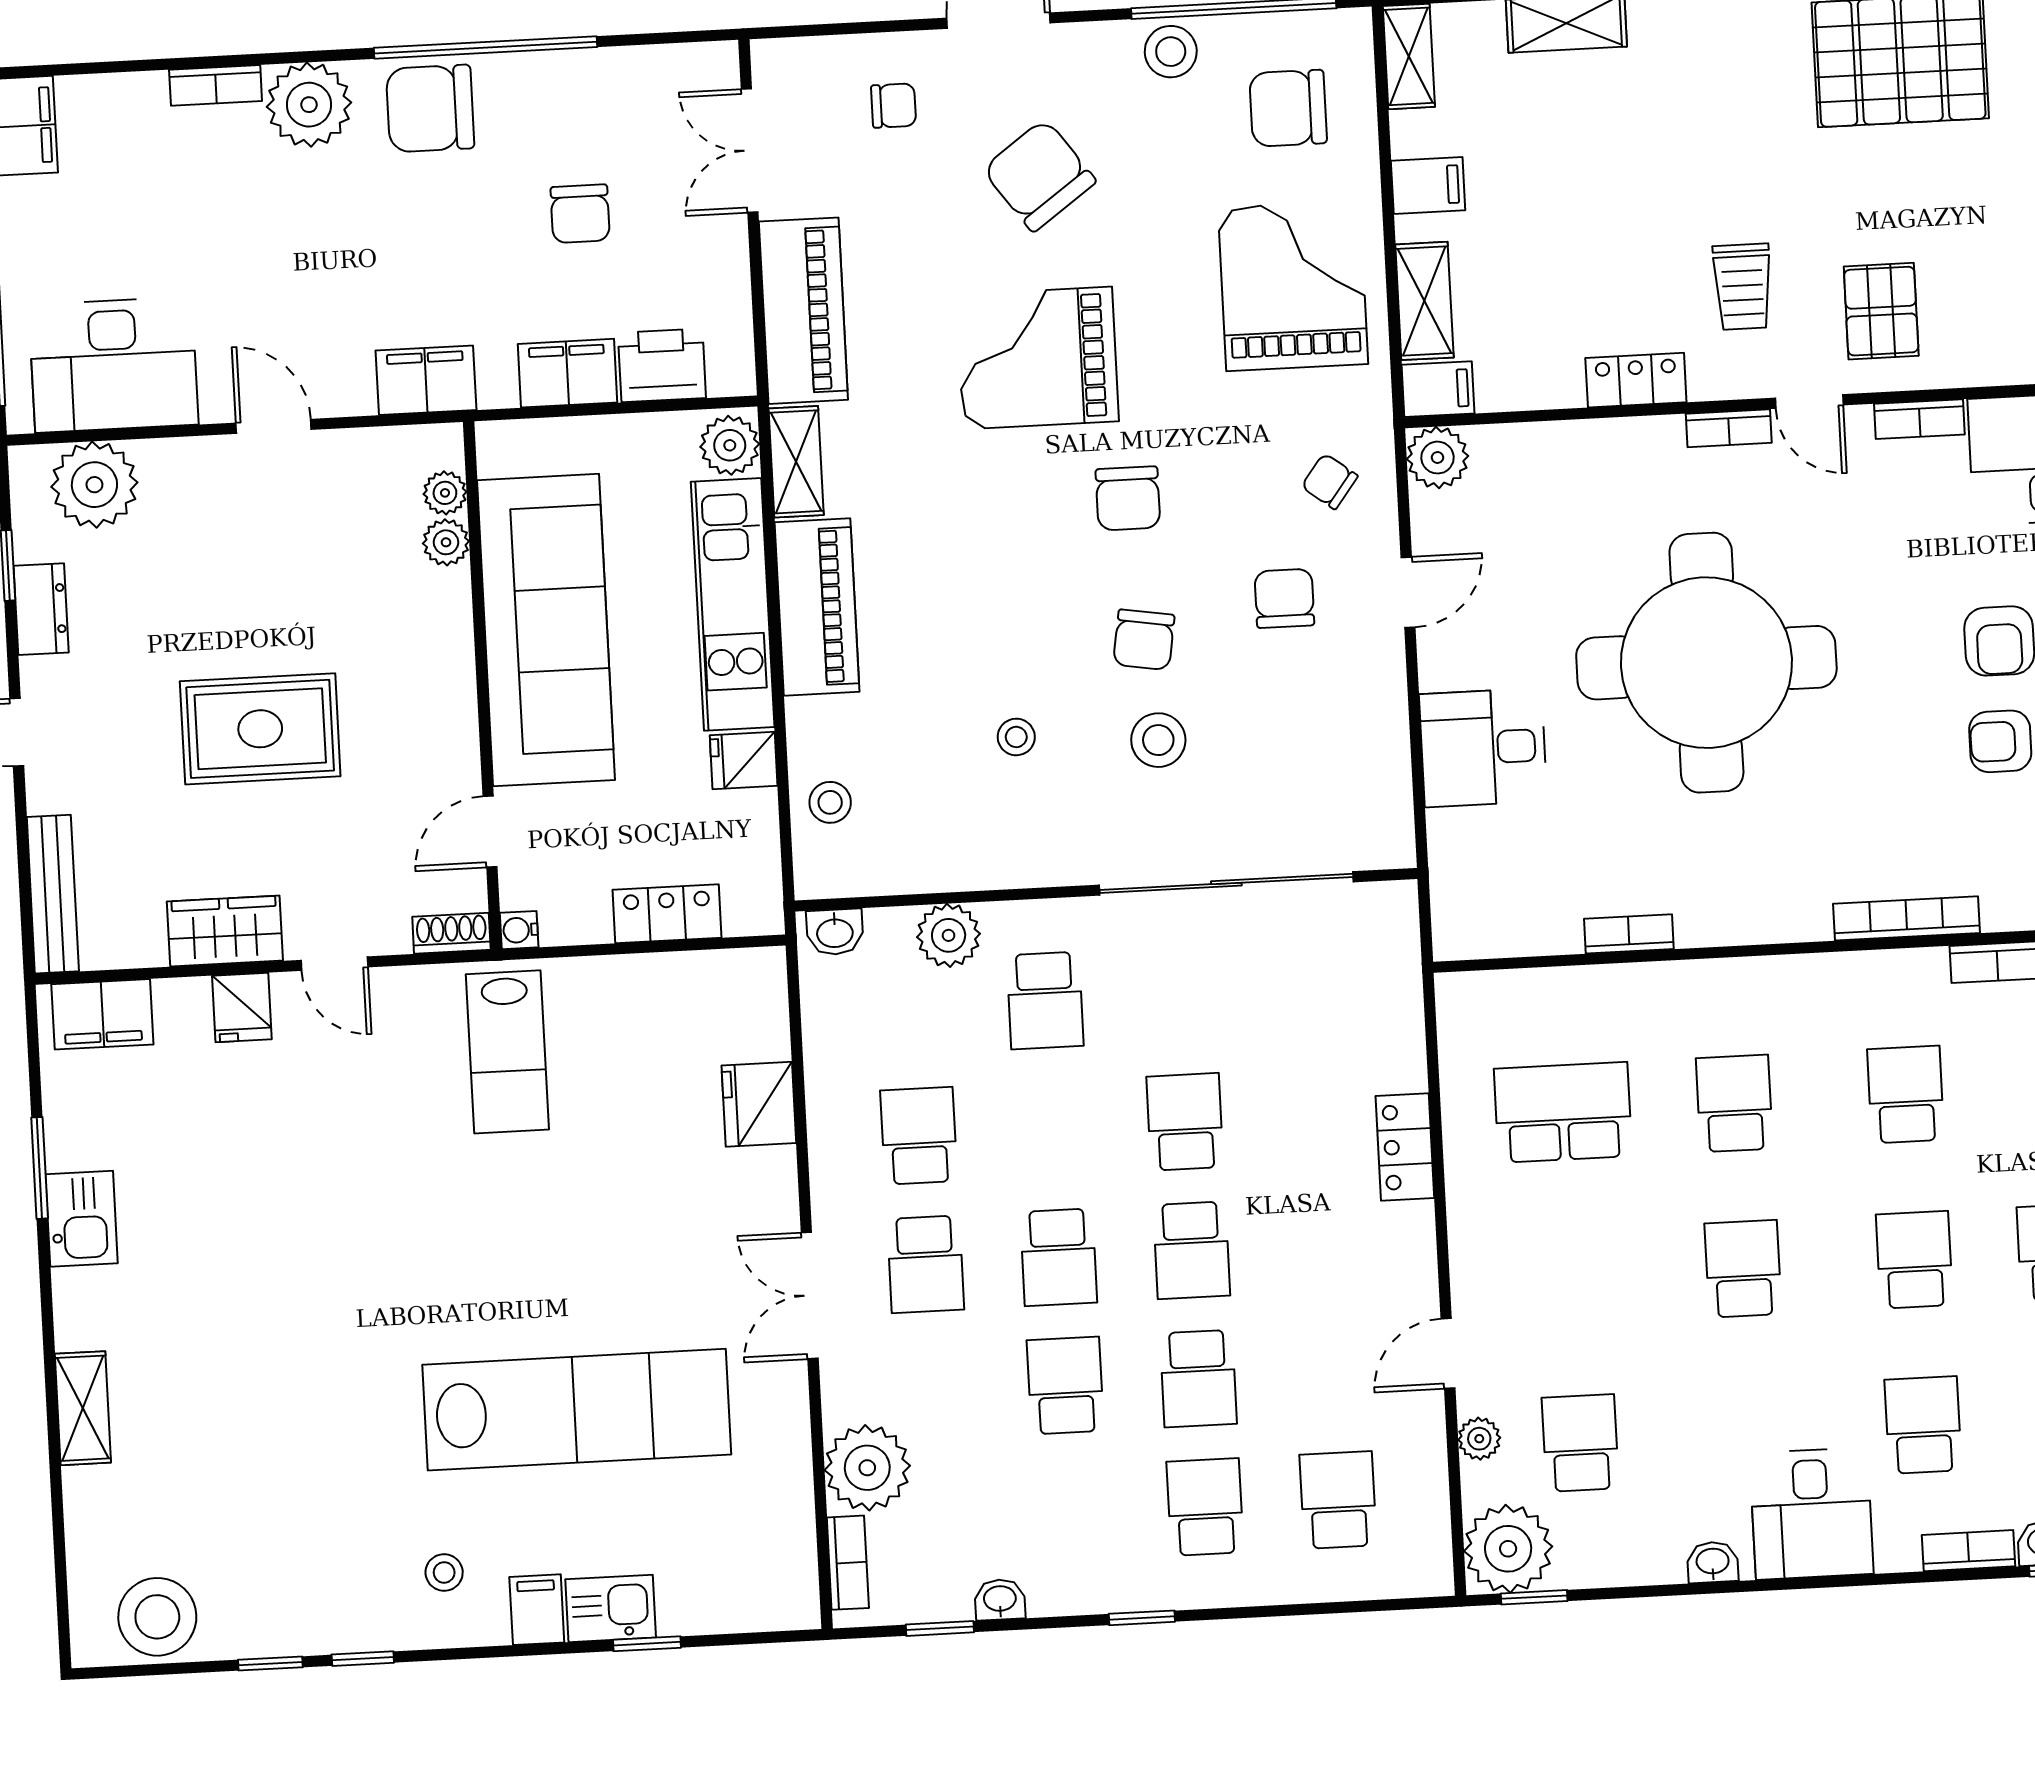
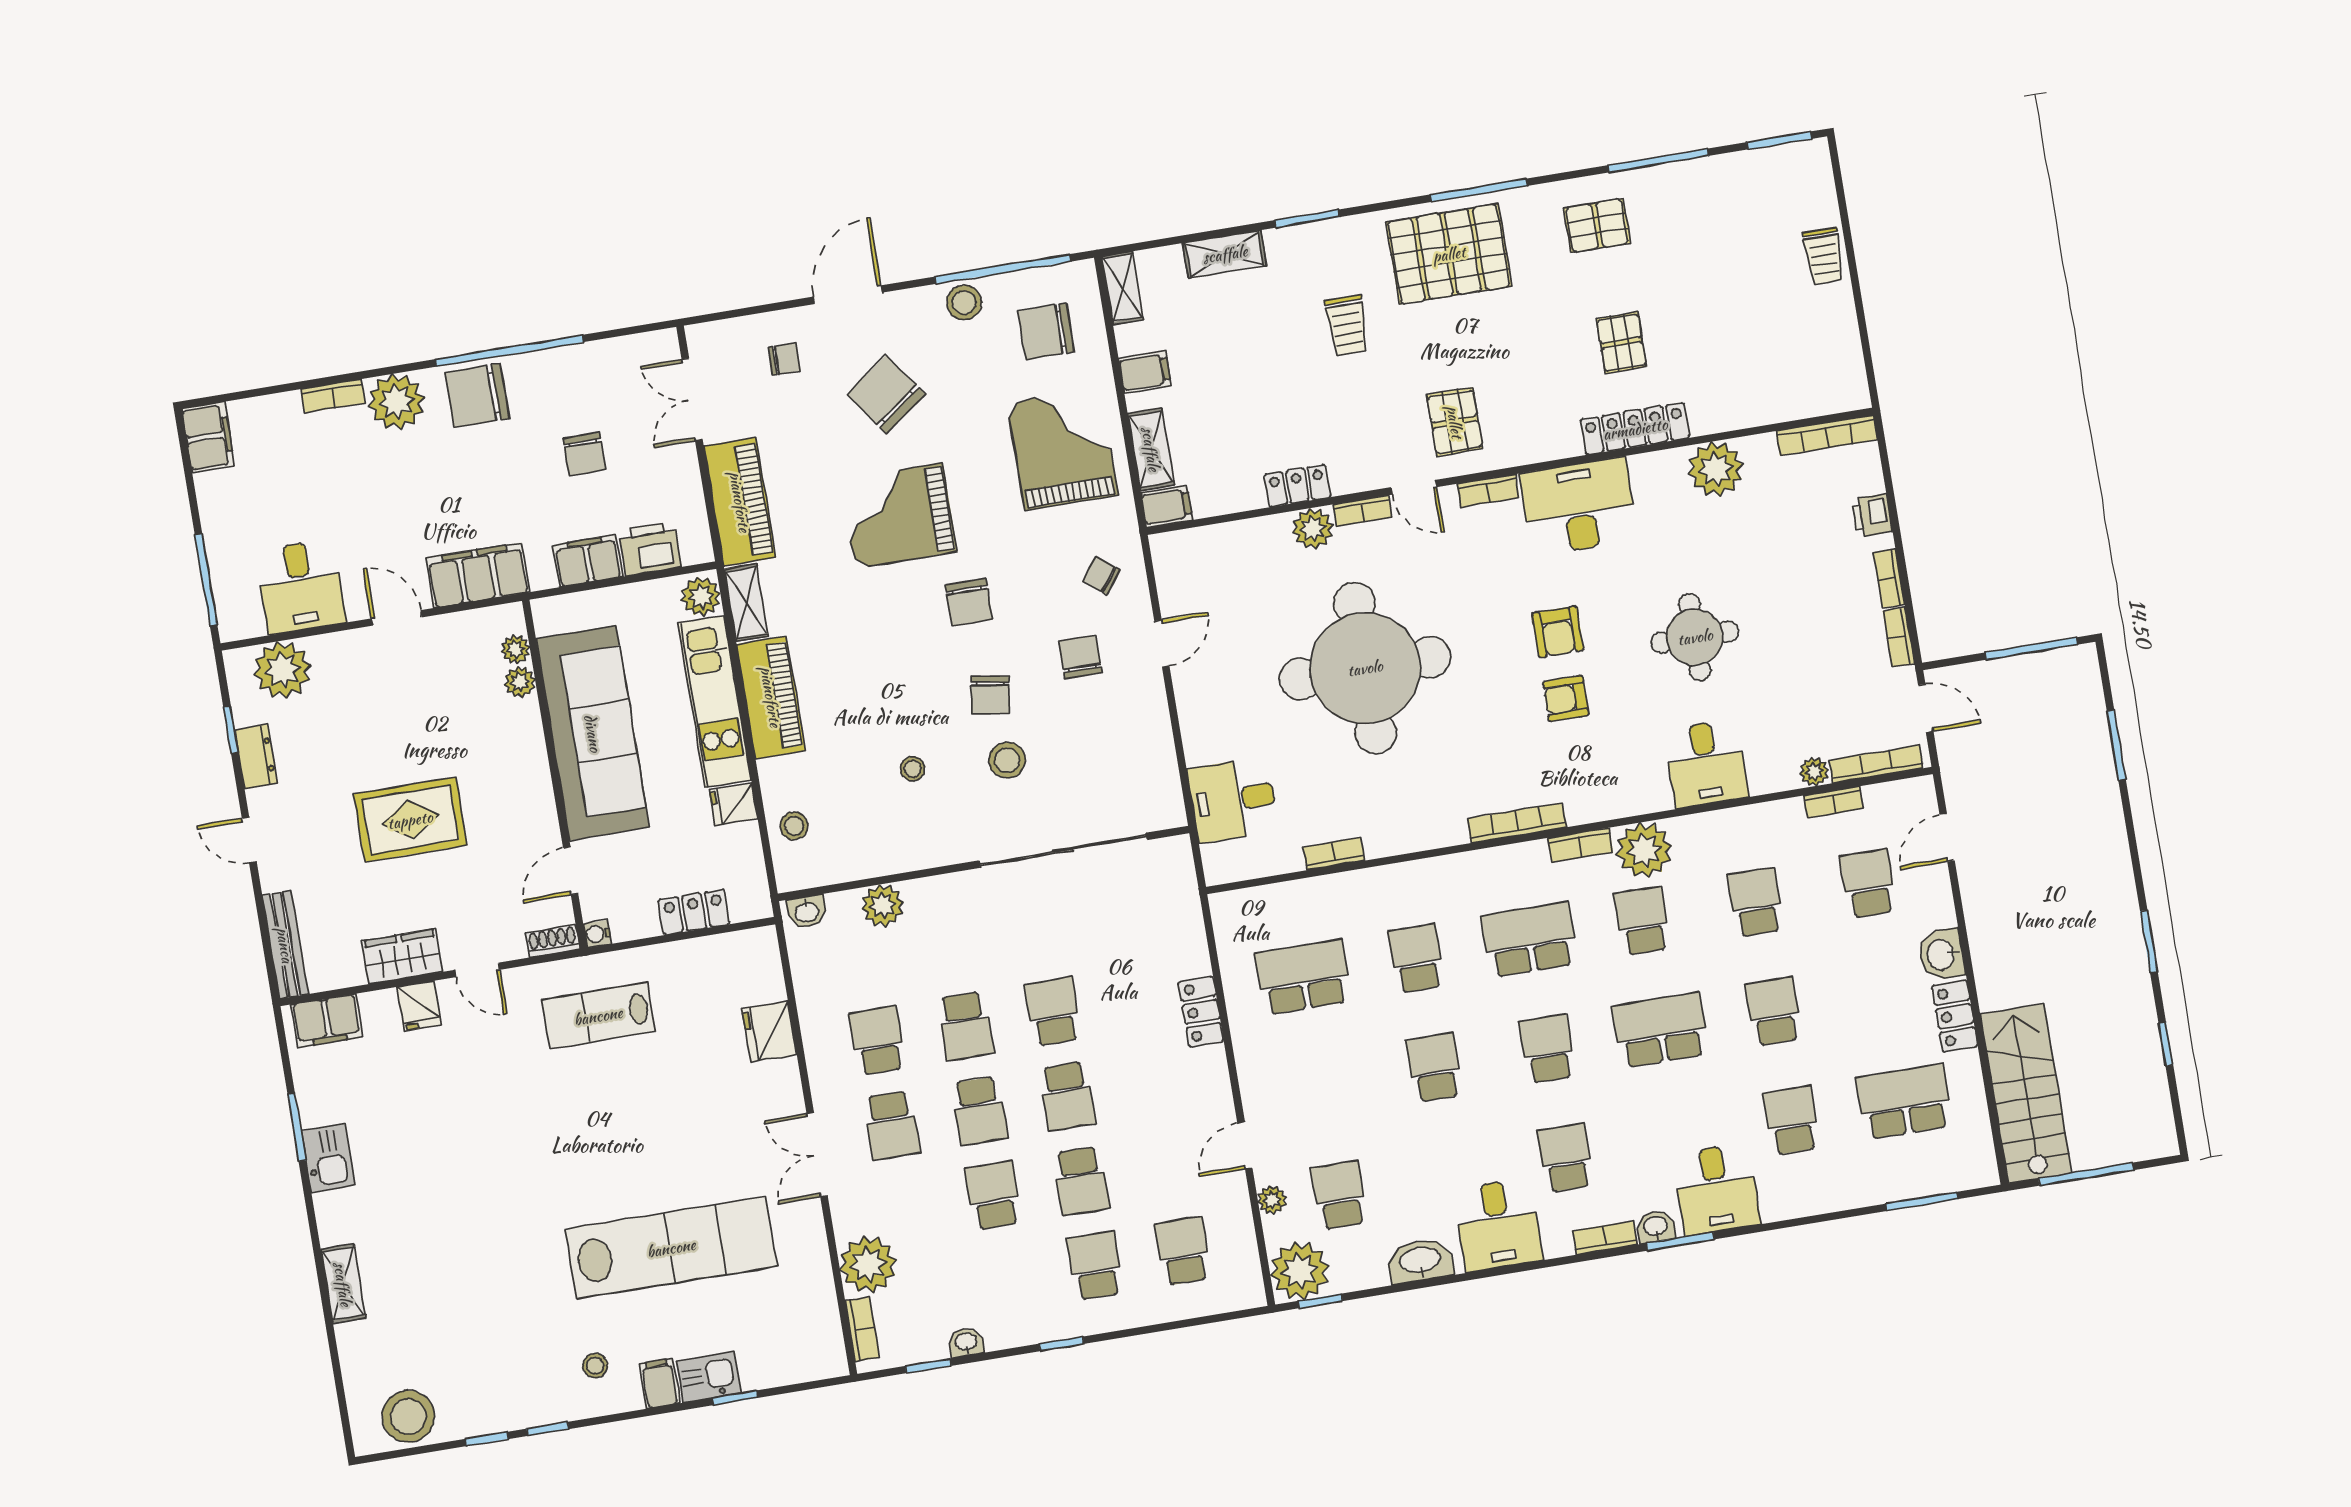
trolley: (1743, 287) -> (1347, 325), moved
desk: (114, 365) -> (301, 587), width x0.73
filing cabinet: (426, 380) -> (478, 575), width x1.50, depth x1.17
plant: (1437, 458) -> (1313, 529), moved
desk: (1483, 748) -> (1233, 800), moved
school desk: (1045, 1000) -> (965, 1026), moved
lab bench: (507, 1052) -> (598, 1016), turned 90
school desk: (1906, 1094) -> (1529, 940), width x1.85
washbasin: (1713, 1562) -> (1420, 1261), width x1.91, depth x1.45

